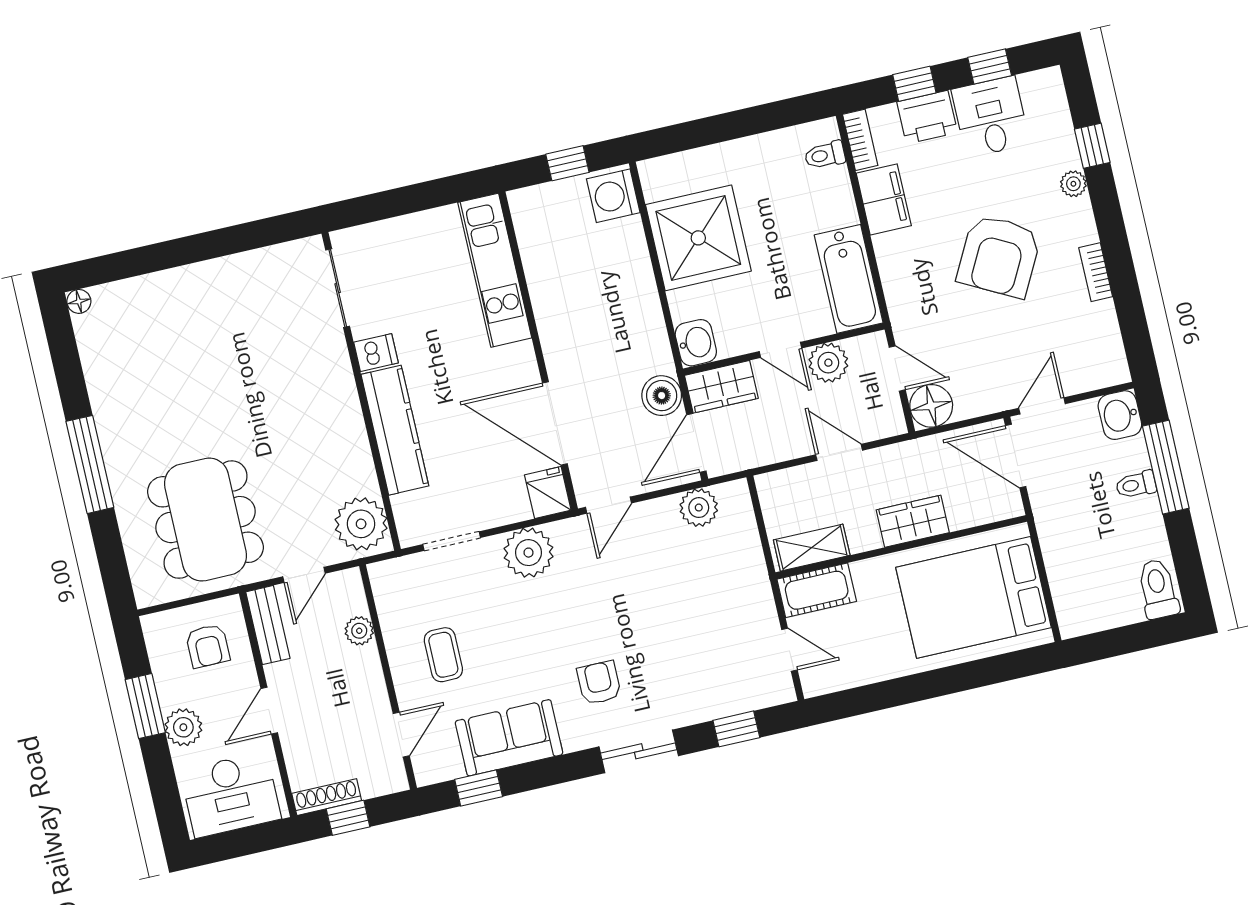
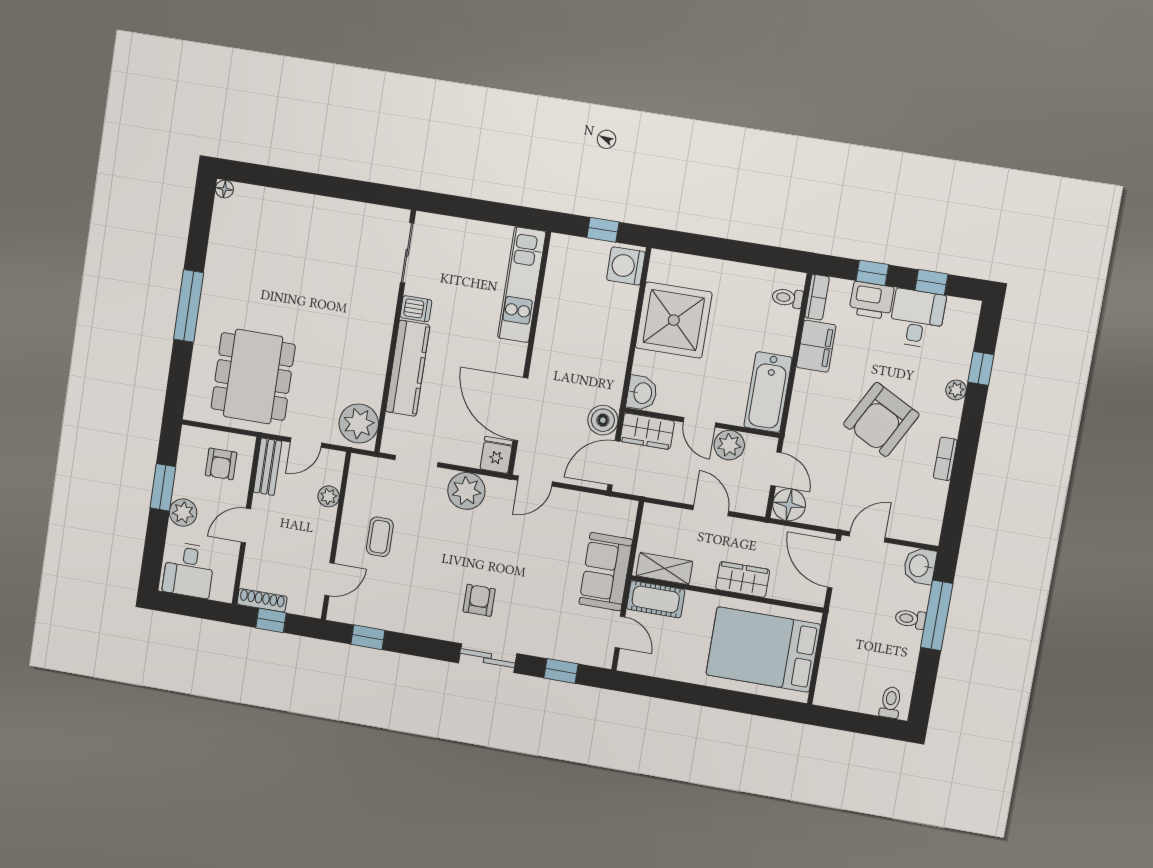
plant: (699, 508) -> (597, 509), removed
toilet: (1158, 589) -> (891, 702), width x0.73, depth x0.72
sofa: (509, 738) -> (606, 572), moved, turned -90
desk: (231, 795) -> (189, 570), width x0.73

